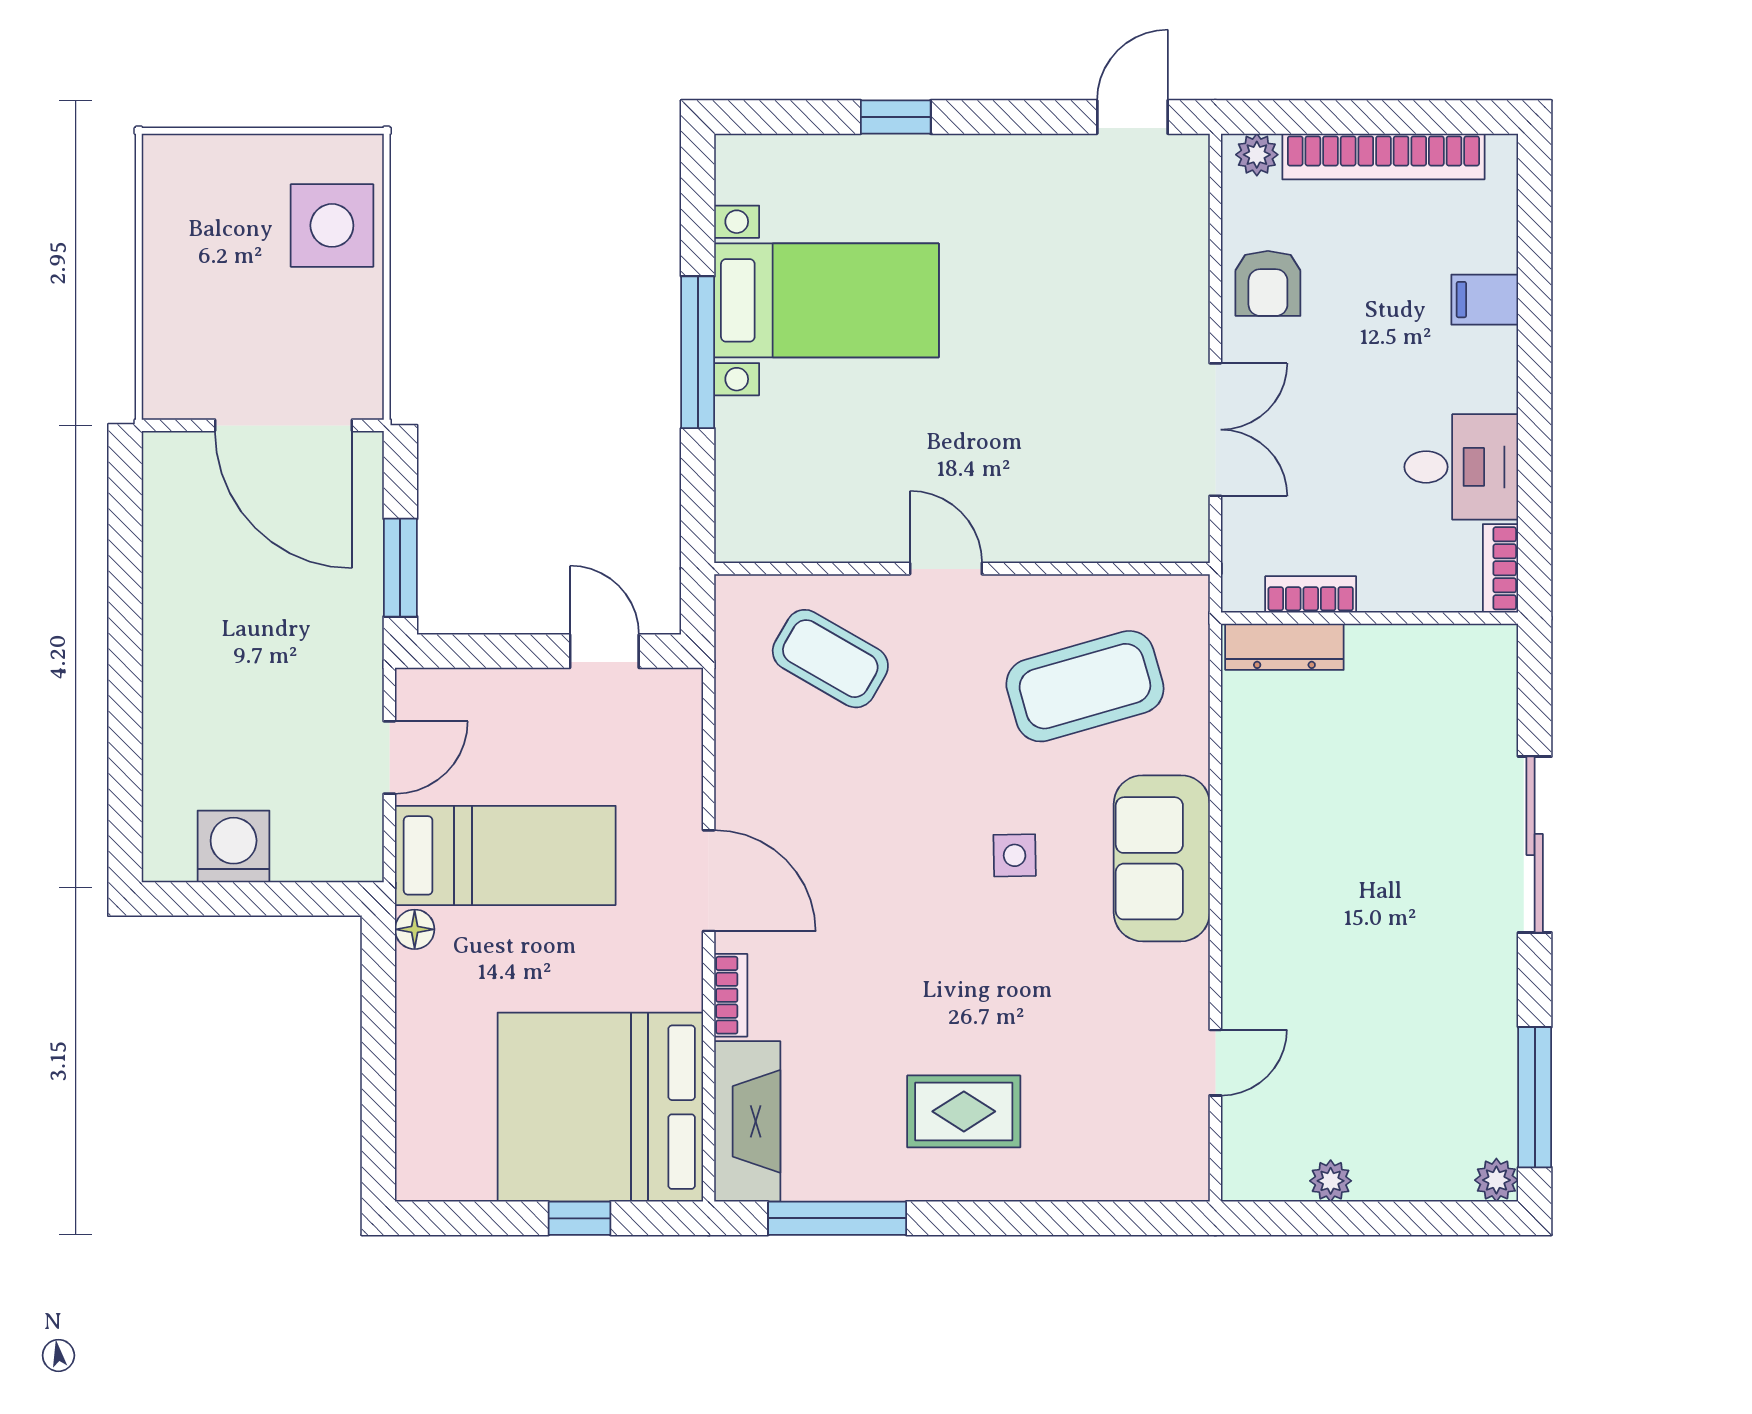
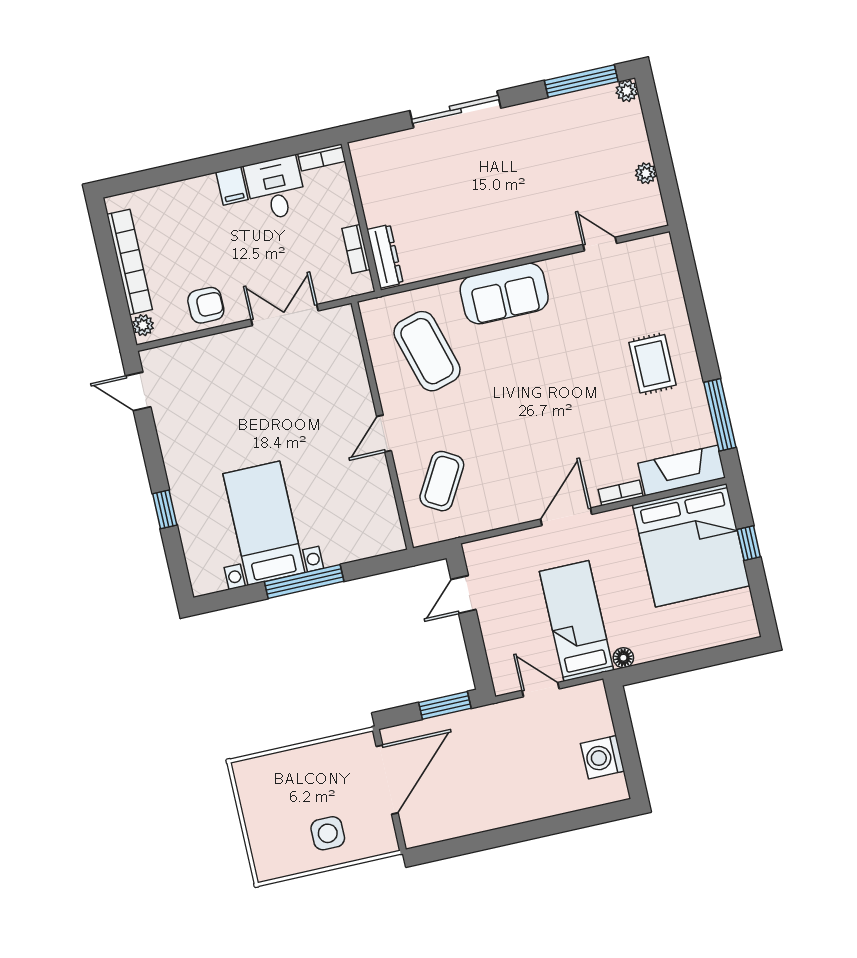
side table: (332, 225) -> (328, 833), moved, width x0.73, depth x0.73
filing cabinet: (1485, 300) -> (232, 186), moved
side table: (1015, 855) -> (519, 367), removed

